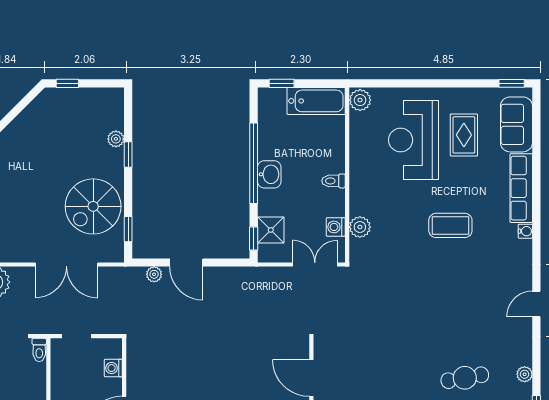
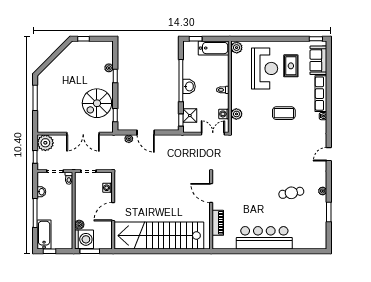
reception desk: (414, 140) -> (265, 68), turned 180

